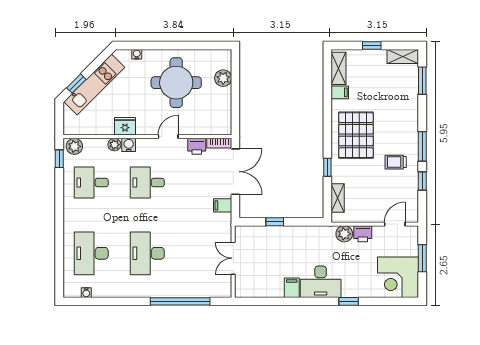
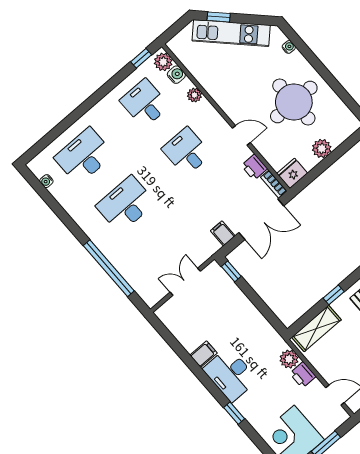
plant: (223, 78) -> (322, 148), moved
fridge: (125, 126) -> (292, 173), moved, turned -90
water cooler: (129, 145) -> (176, 75), moved
shelving: (338, 198) -> (316, 328), width x1.50, depth x1.33
window: (275, 222) -> (231, 271), moved

